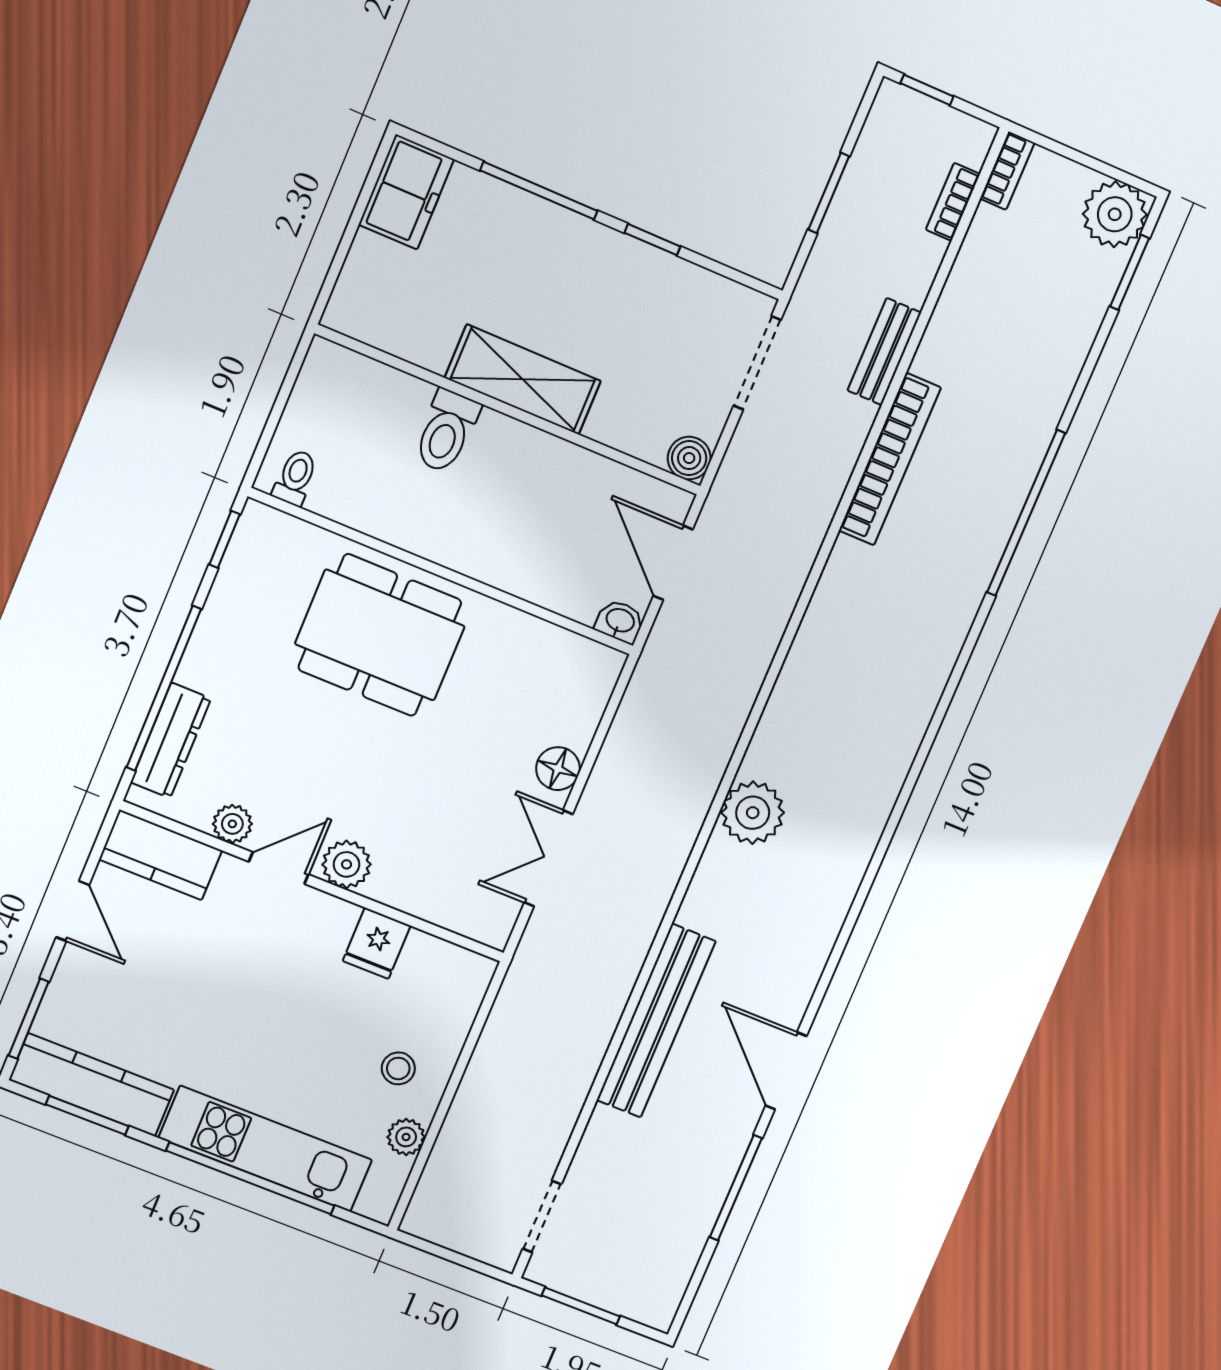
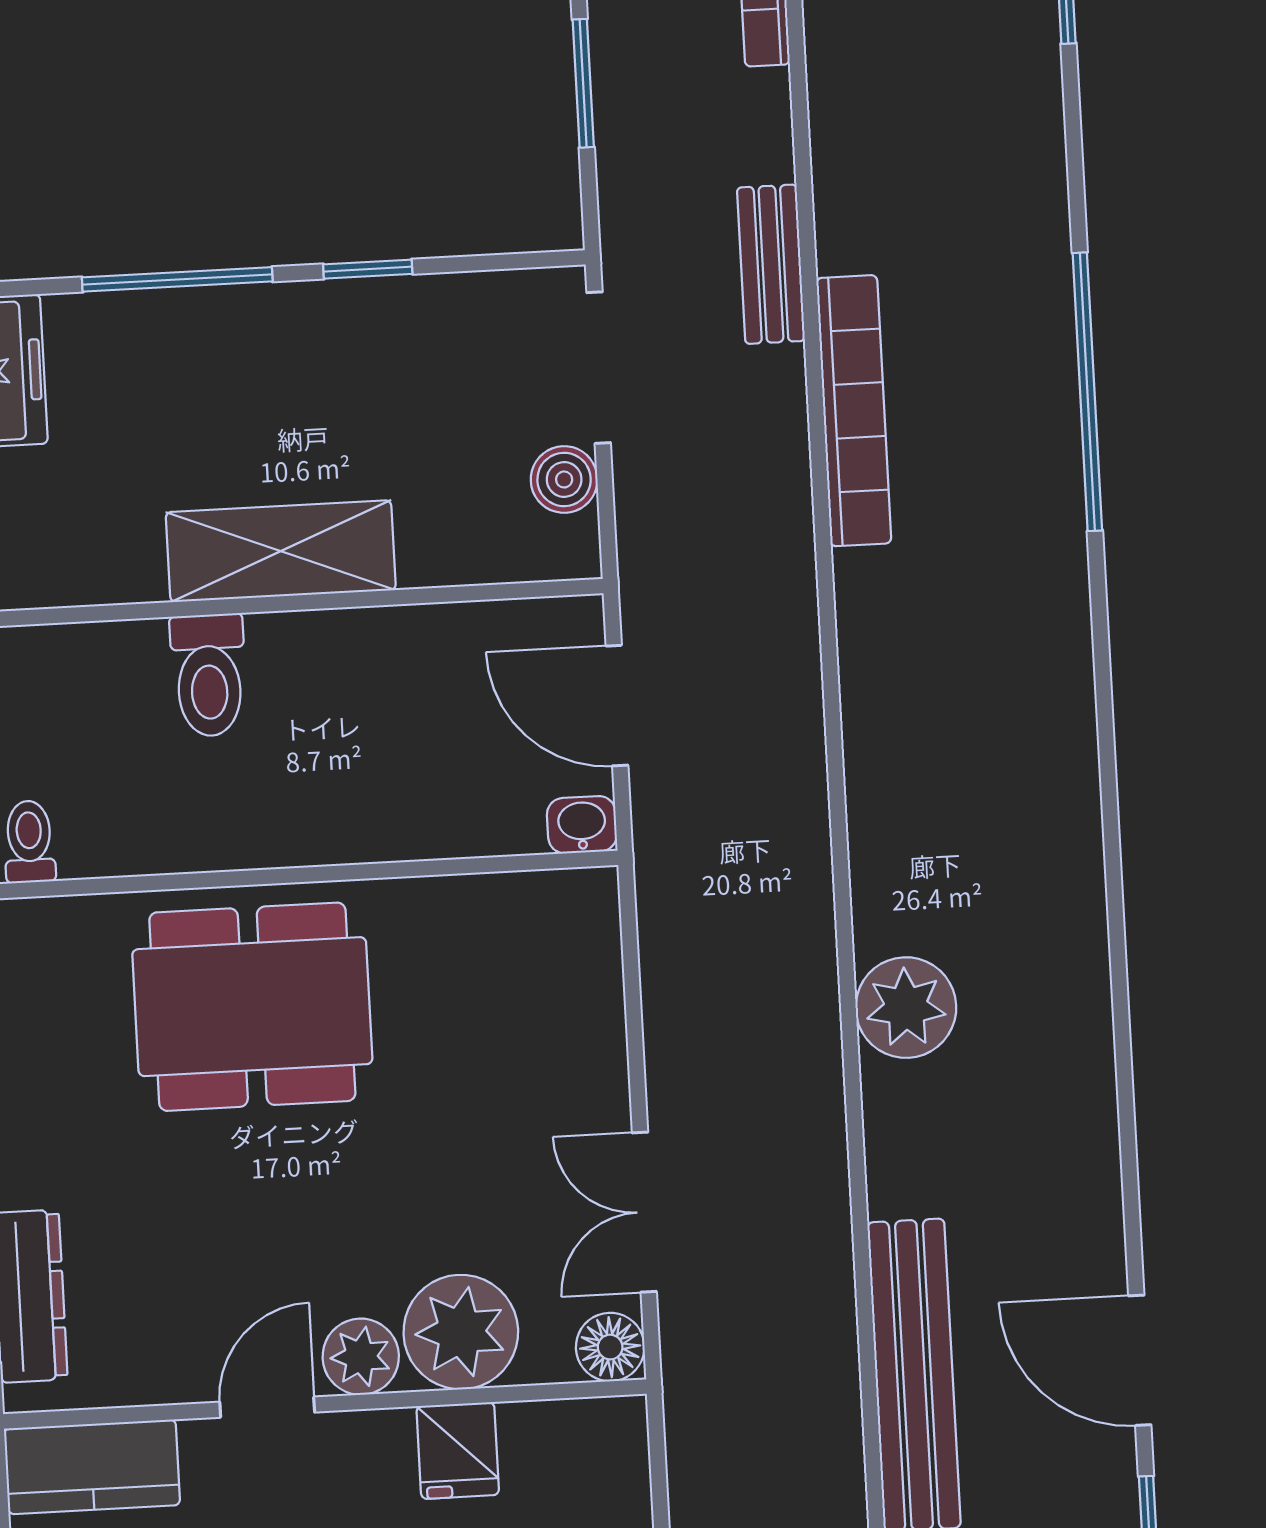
boiler: (689, 458) -> (564, 479), moved
floor lamp: (558, 769) -> (610, 1347), moved
plant: (232, 824) -> (461, 1332), moved, width x1.88, depth x1.88

